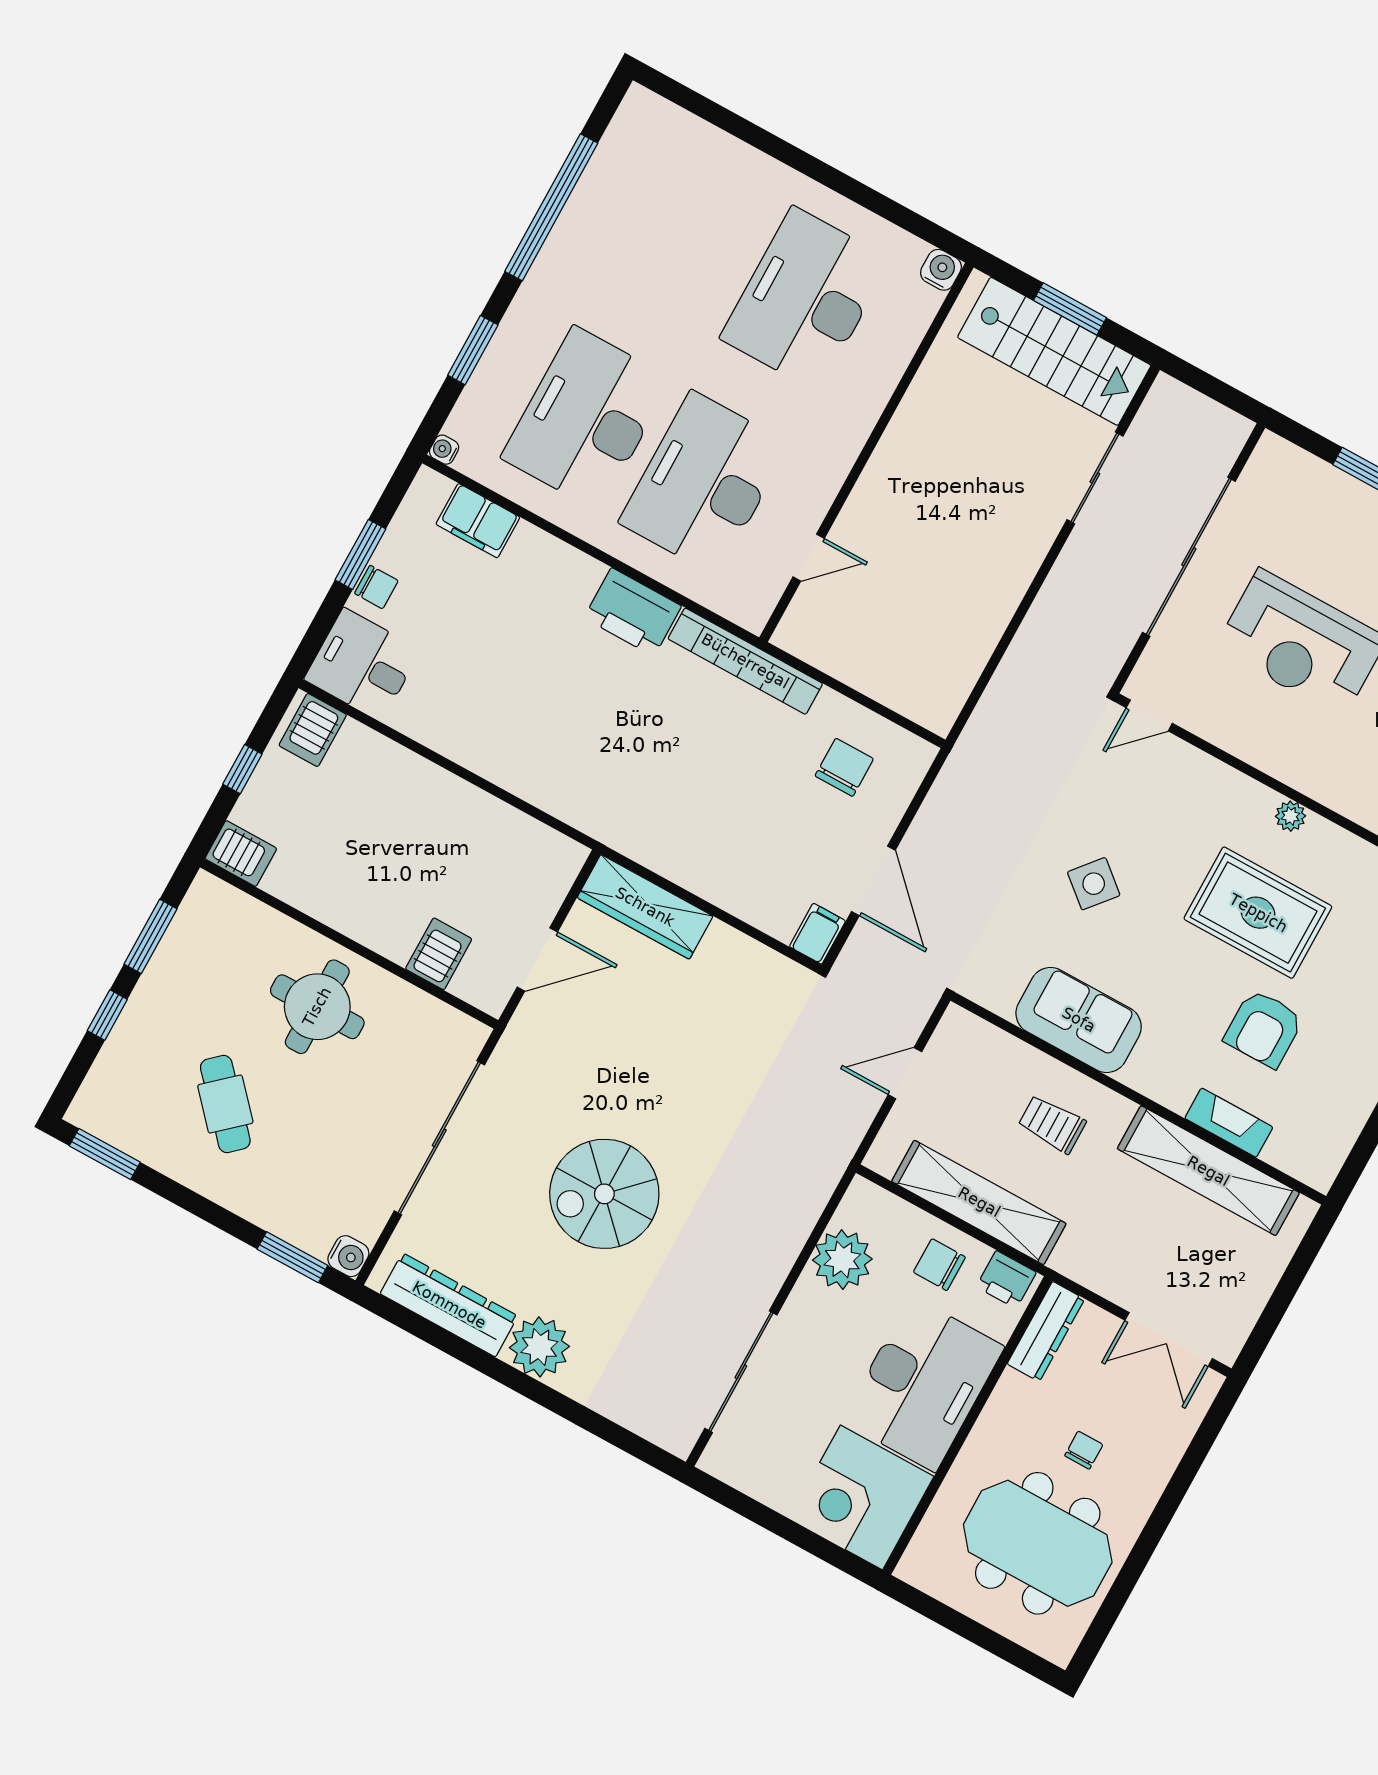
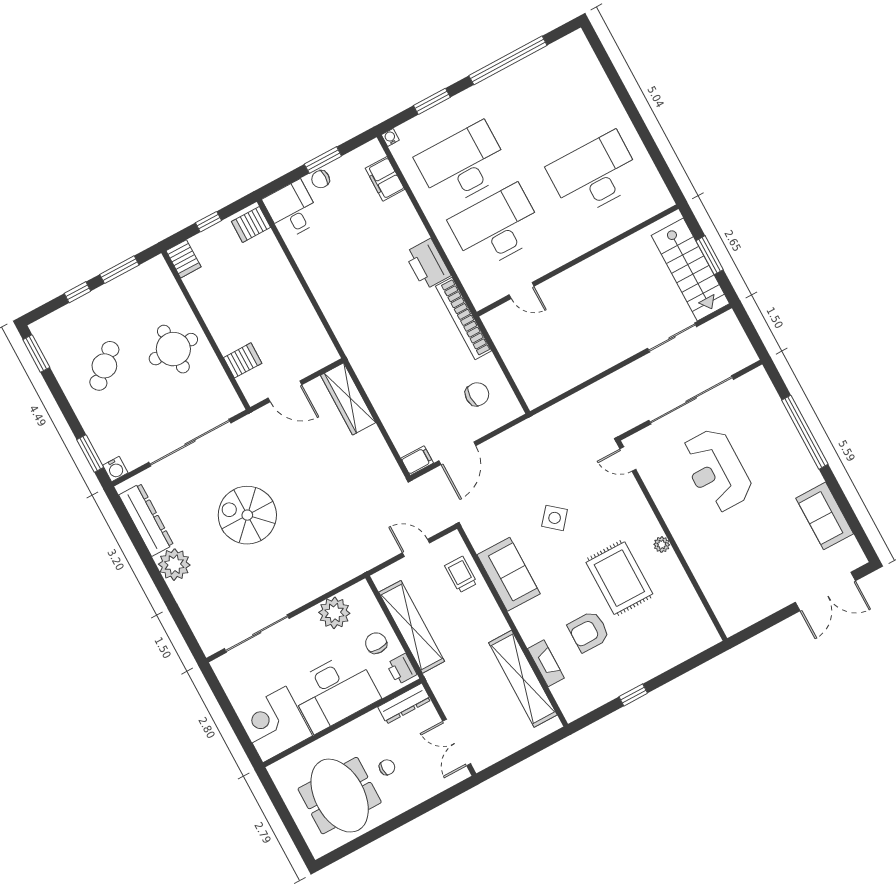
water cooler: (941, 270) -> (663, 201), removed
chair: (376, 587) -> (321, 179), turned 90
trolley: (1052, 1124) -> (461, 574), moved

